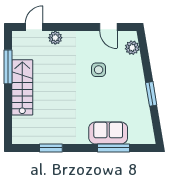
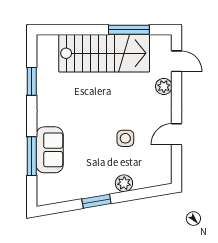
door: (108, 27) -> (177, 134), moved
plant: (132, 48) -> (124, 183), moved
stairs: (22, 87) -> (104, 53), width x1.36, depth x1.51

